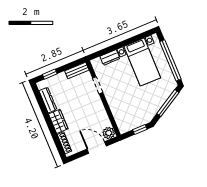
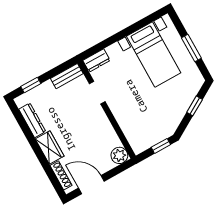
dresser: (110, 57) -> (96, 60), moved
window: (170, 60) -> (191, 48), width x0.47
window: (168, 103) -> (195, 106), width x0.46
door: (97, 148) -> (91, 185), moved

